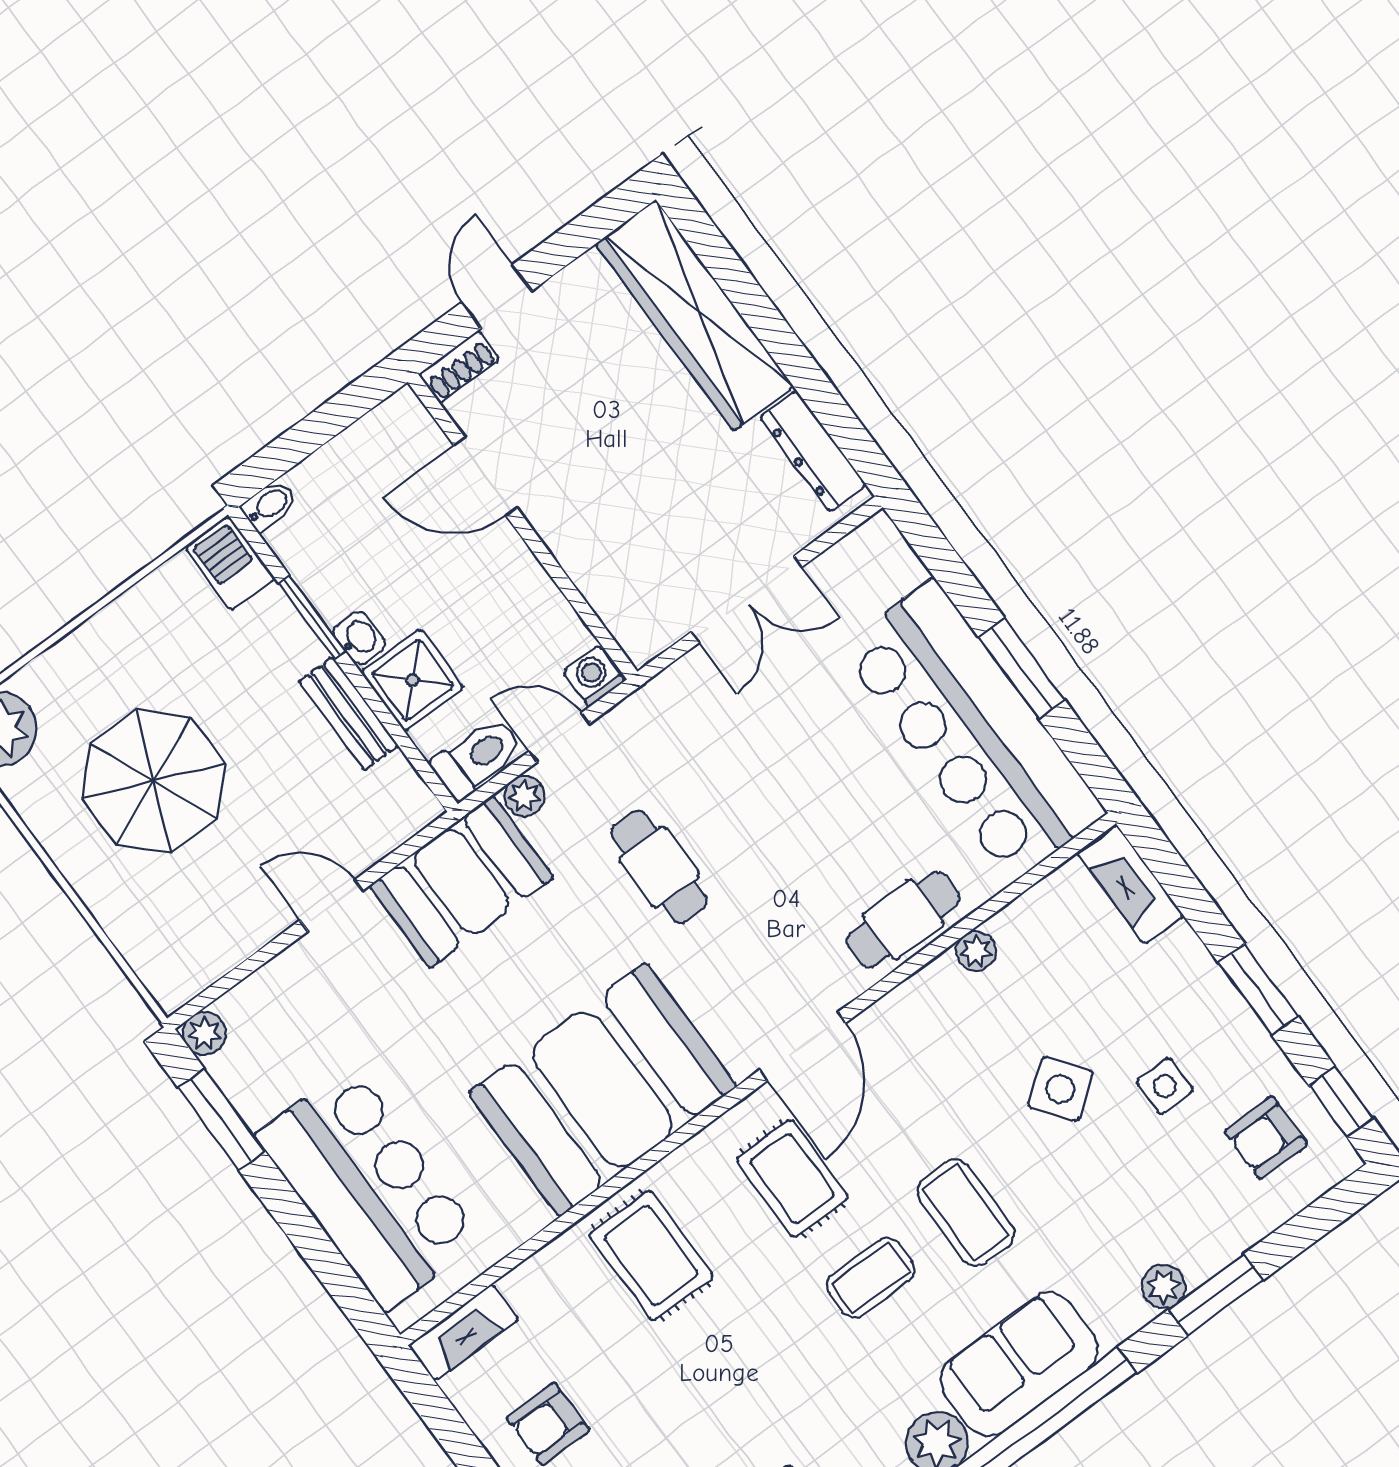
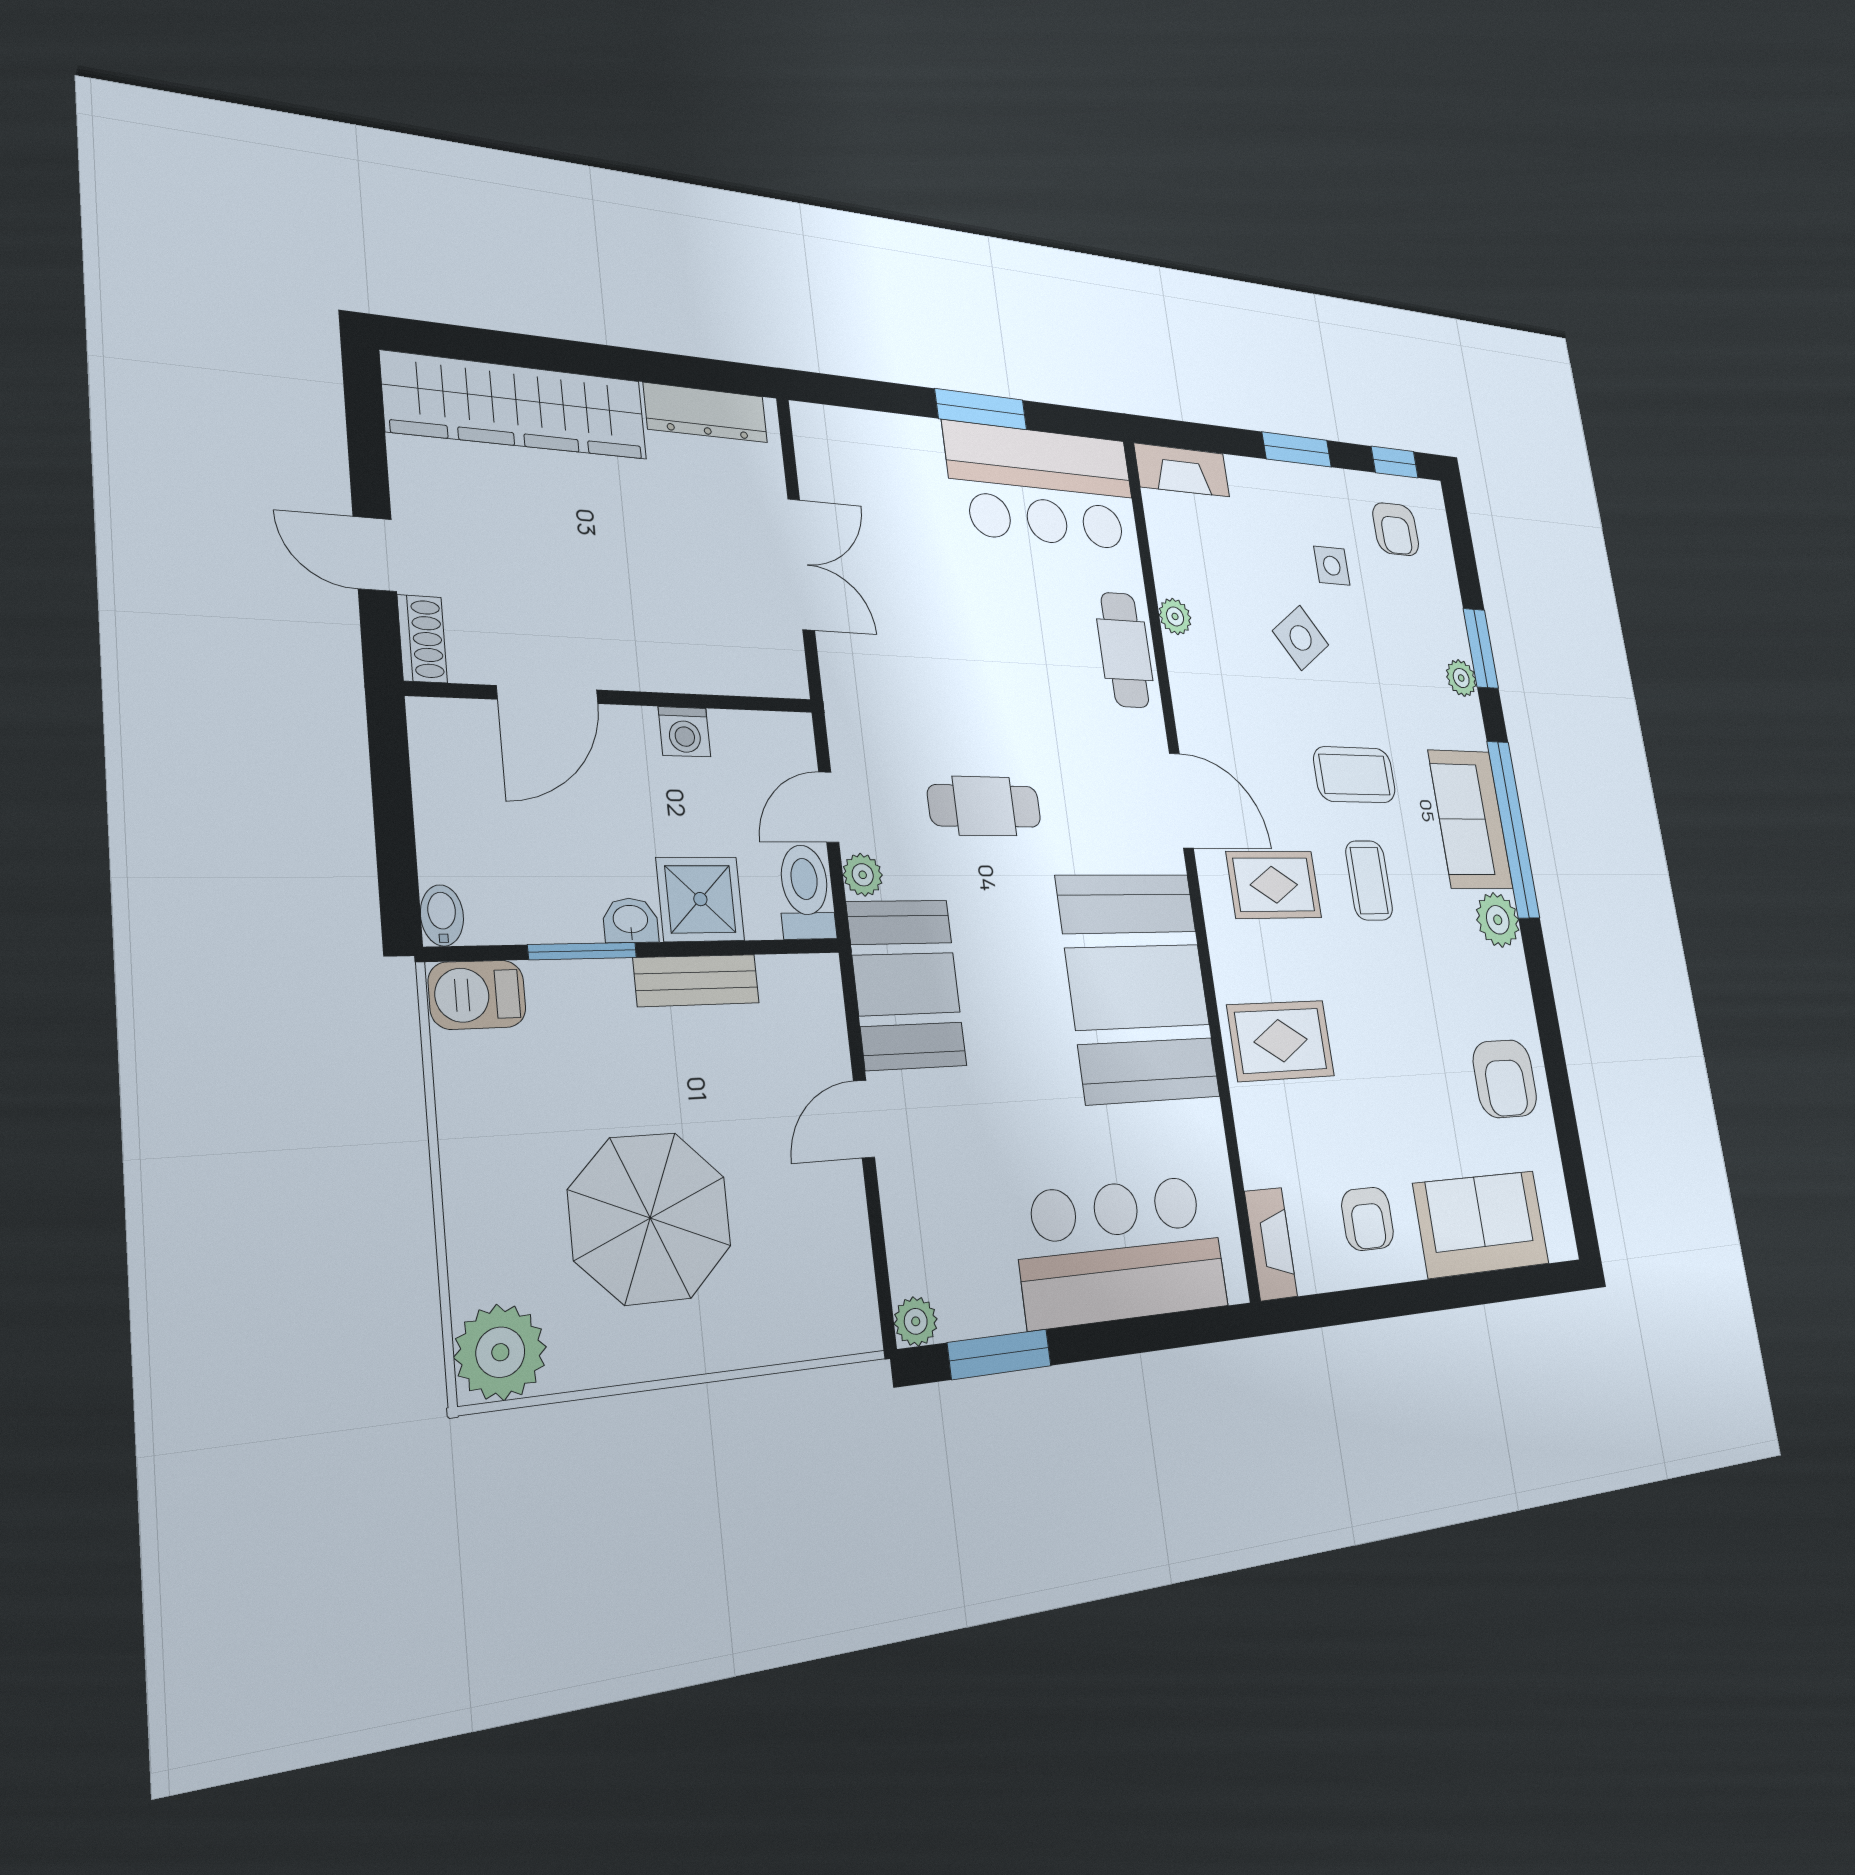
washing machine: (594, 676) -> (684, 732), moved, turned -90
bar counter: (973, 730) -> (1042, 486), width x0.73

